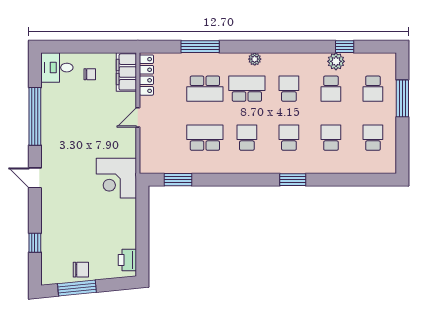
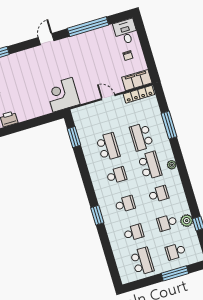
school desk: (373, 138) -> (142, 261), width x1.85

